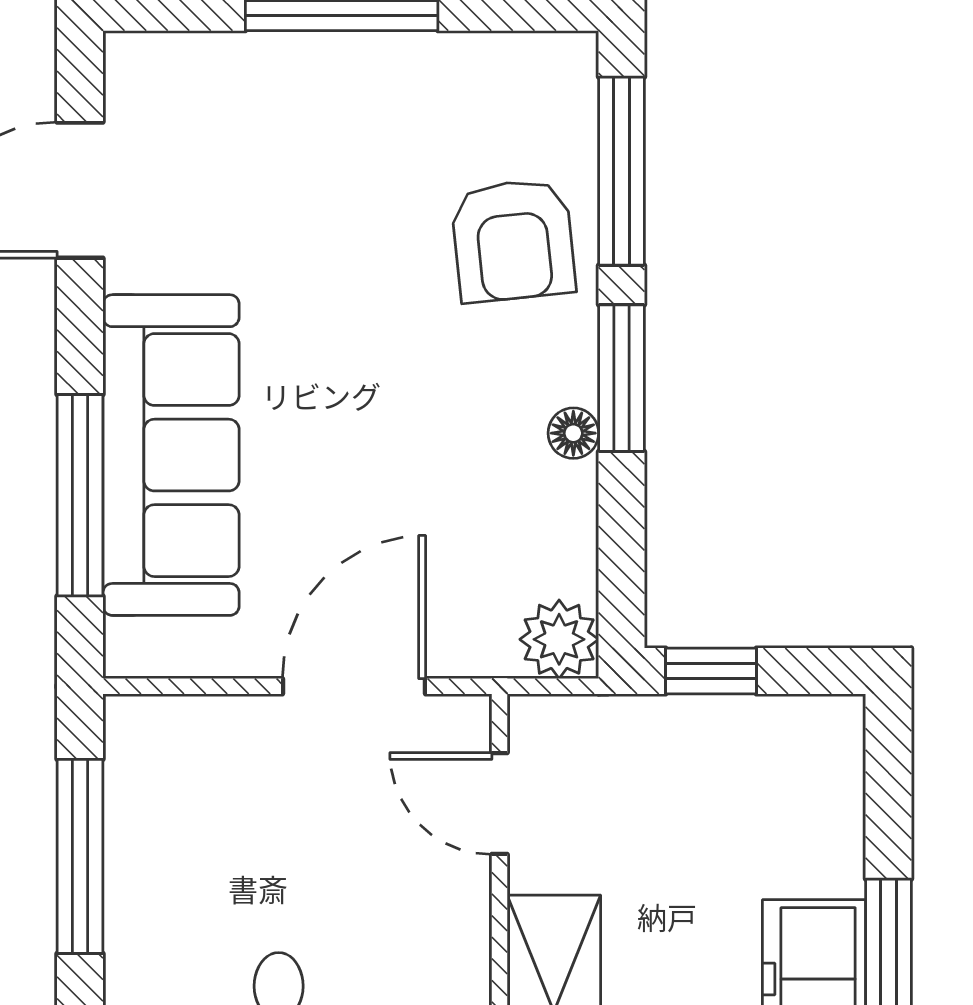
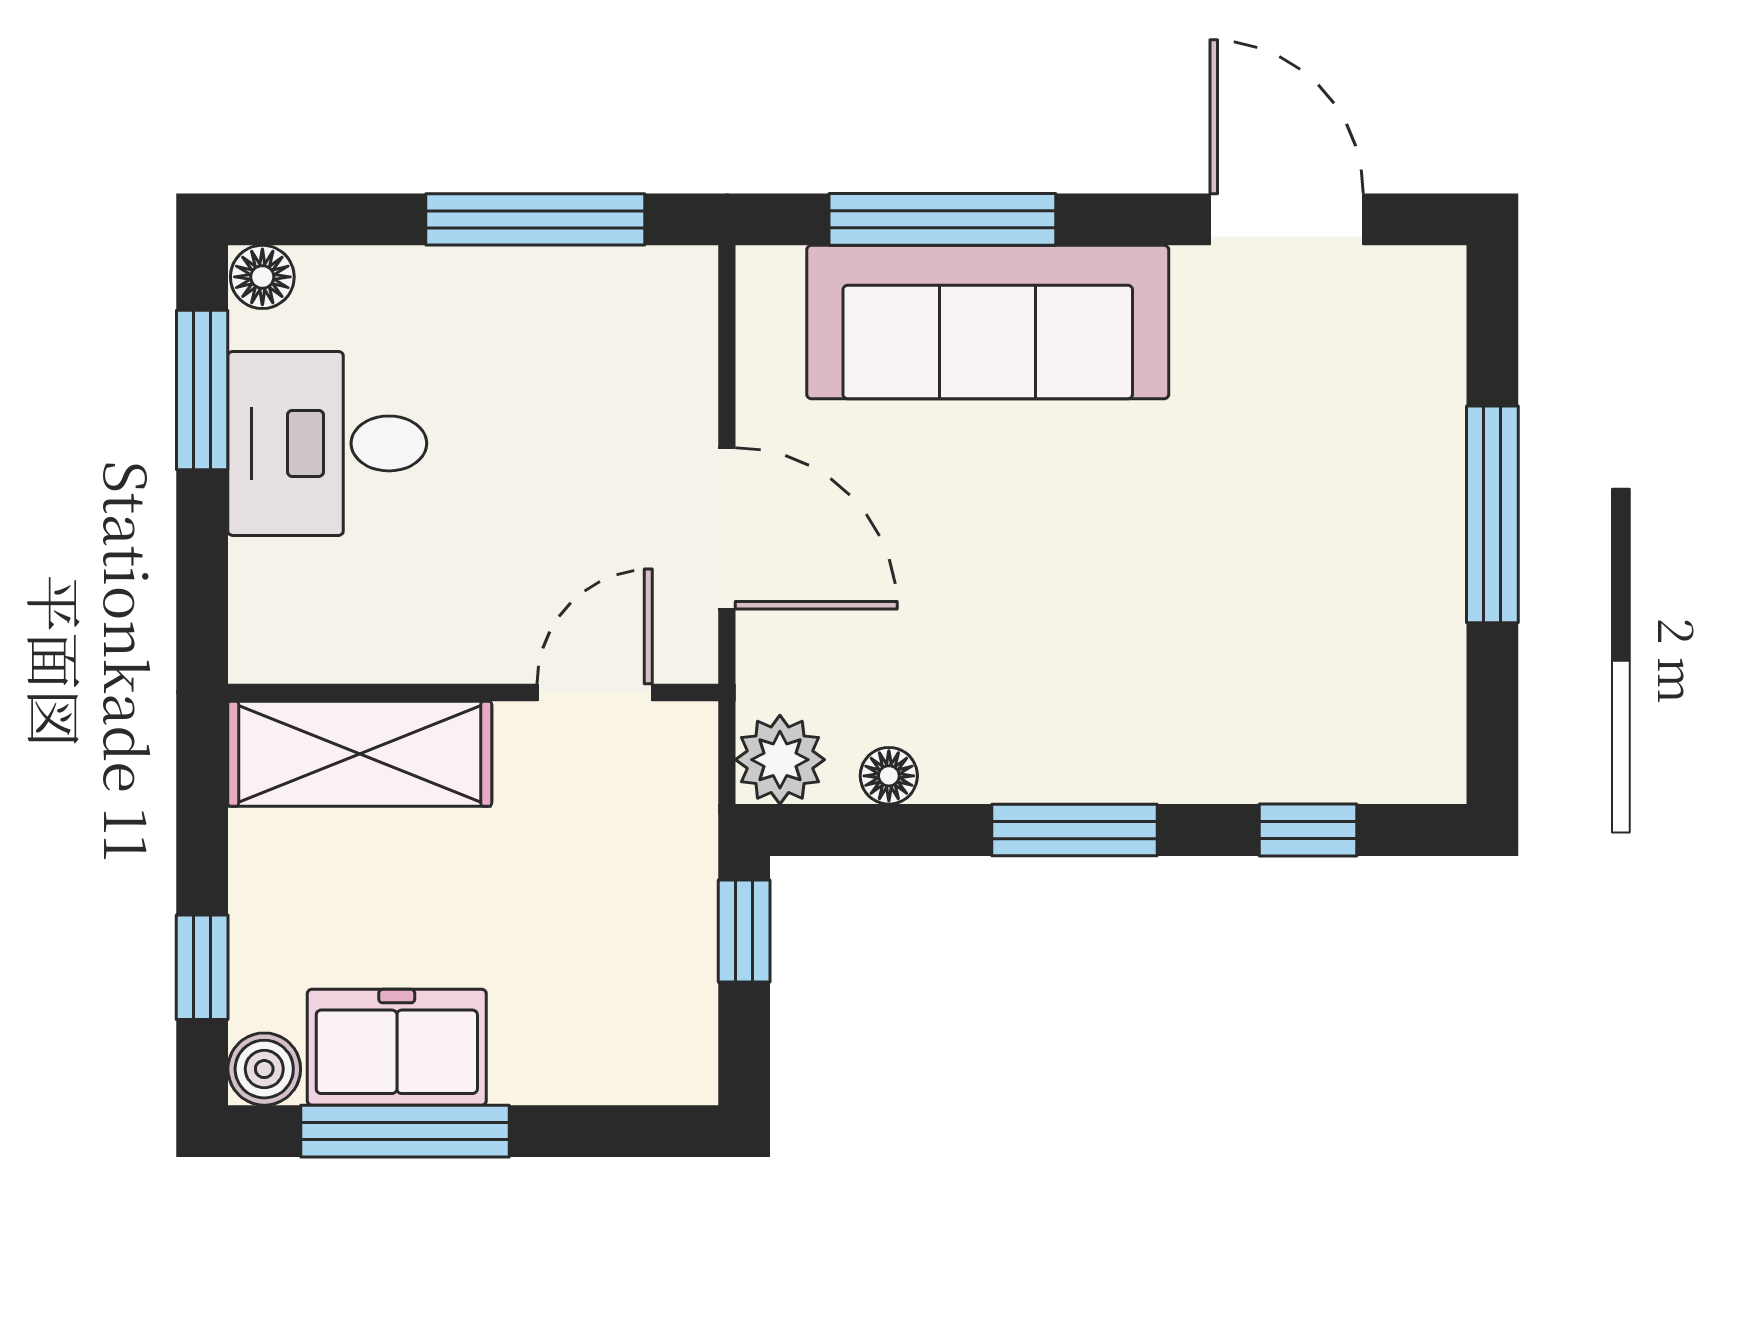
window: (621, 171) -> (1308, 830), width x0.46
armchair: (513, 240) -> (1230, 708), removed
floor lamp: (573, 433) -> (889, 776), moved

